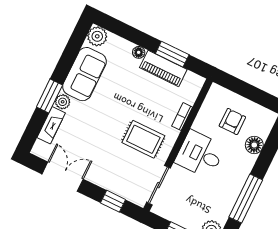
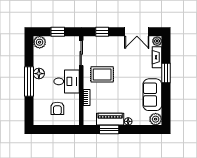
plant: (63, 102) -> (157, 41), moved
floor lamp: (254, 145) -> (39, 74), moved
window: (246, 199) -> (29, 81), moved

